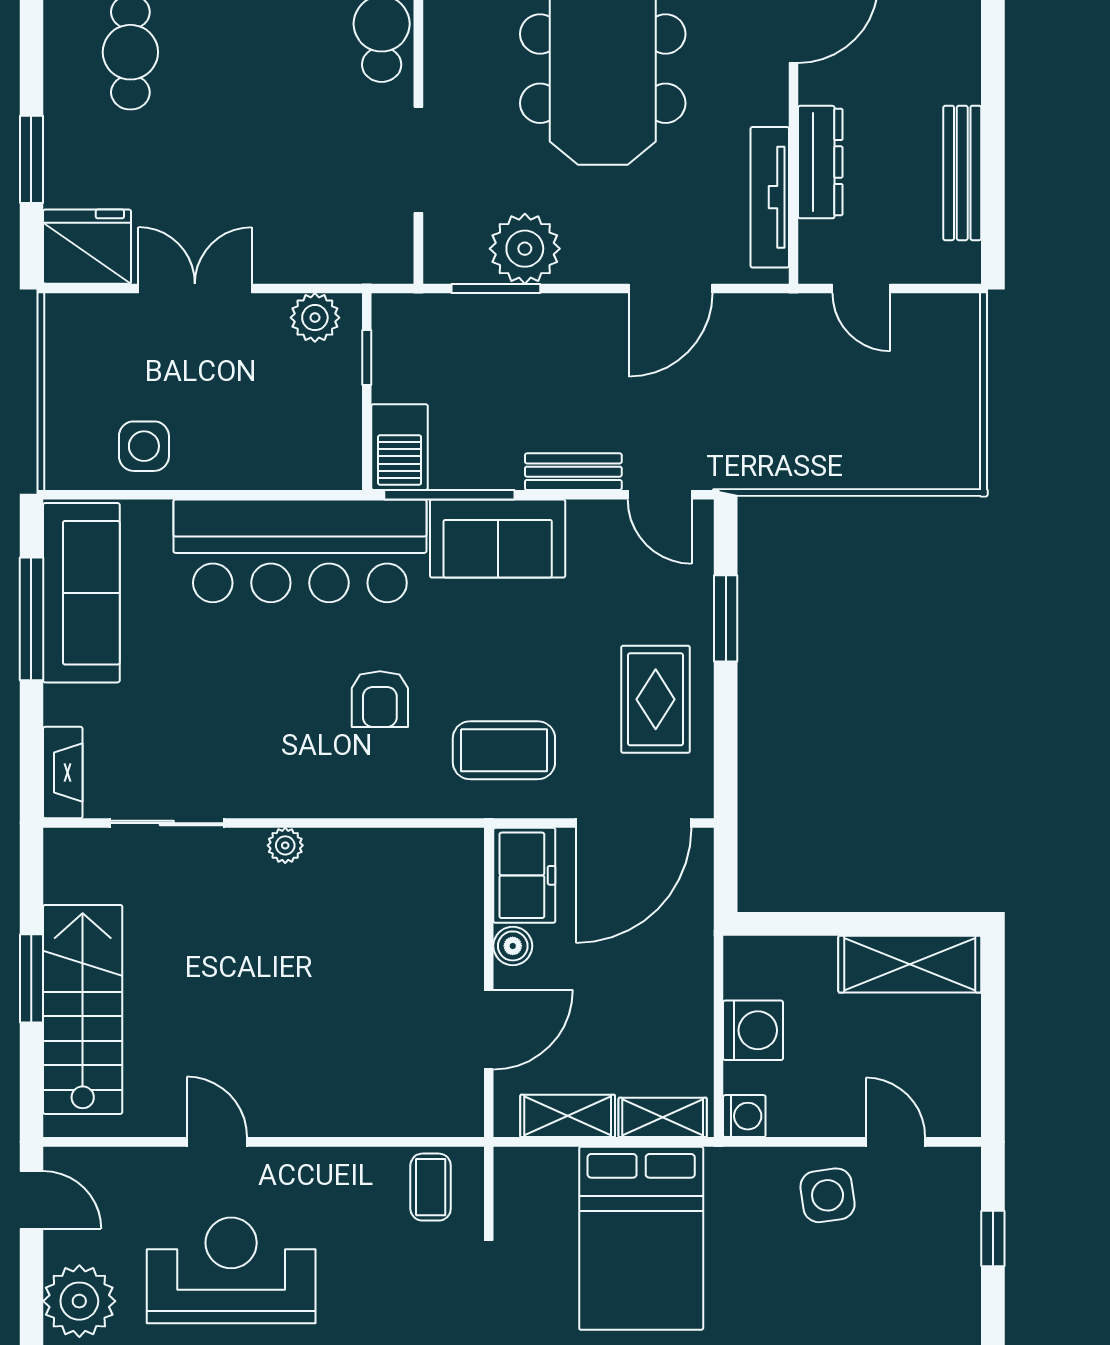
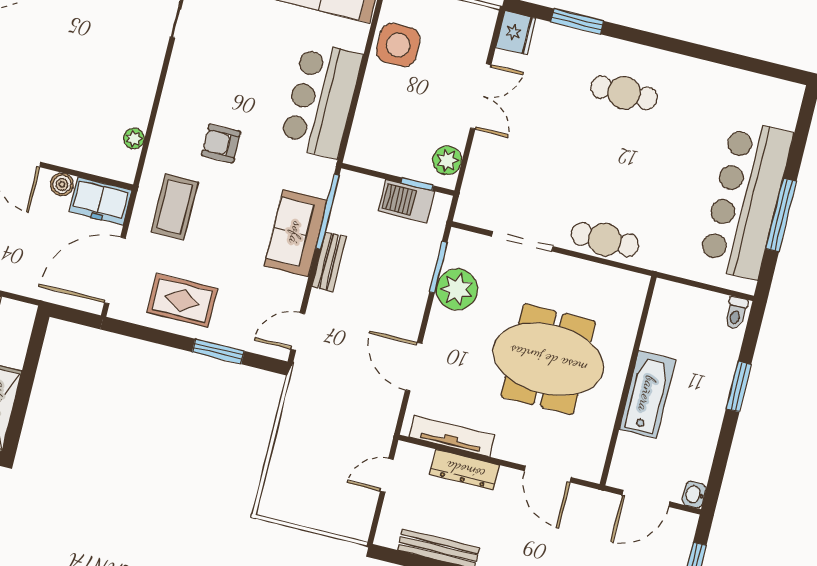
fridge: (87, 247) -> (516, 33), width x0.73, depth x0.75
side table: (144, 446) -> (398, 45), width x1.37, depth x1.37
barbecue: (400, 447) -> (406, 201), moved
bench: (573, 472) -> (329, 262), moved
bar counter: (300, 551) -> (321, 100), width x0.73
door: (634, 823) -> (115, 270), hinge flipped
plant: (285, 845) -> (134, 139), moved

